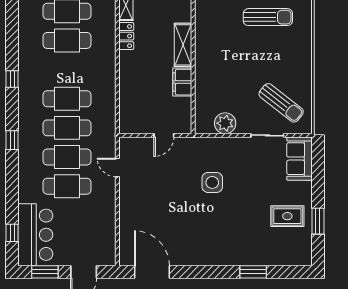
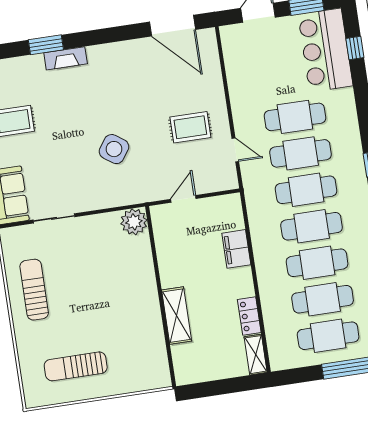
cafe table: (67, 70) -> (317, 263), added
filing cabinet: (182, 82) -> (236, 249), moved, turned 180
sun lounger: (281, 103) -> (34, 290), moved, turned 52
plant: (225, 123) -> (134, 222), moved
side table: (212, 182) -> (114, 149), turned 35
rug: (150, 190) -> (190, 127), added
fireplace: (239, 259) -> (66, 58), added

